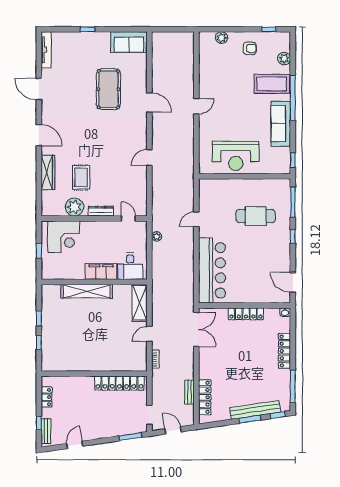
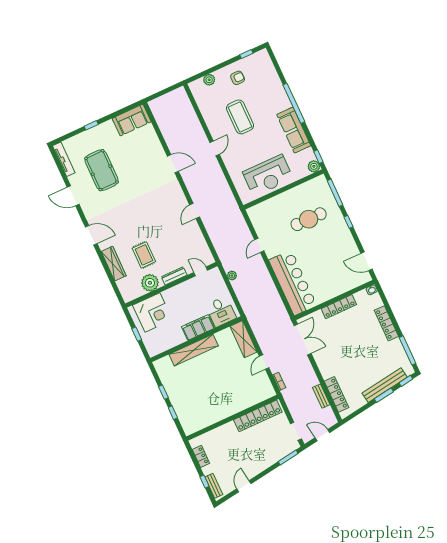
plant: (284, 59) -> (314, 166), moved
coffee table: (272, 84) -> (240, 117), moved, turned 90
pool table: (108, 89) -> (102, 170), moved

